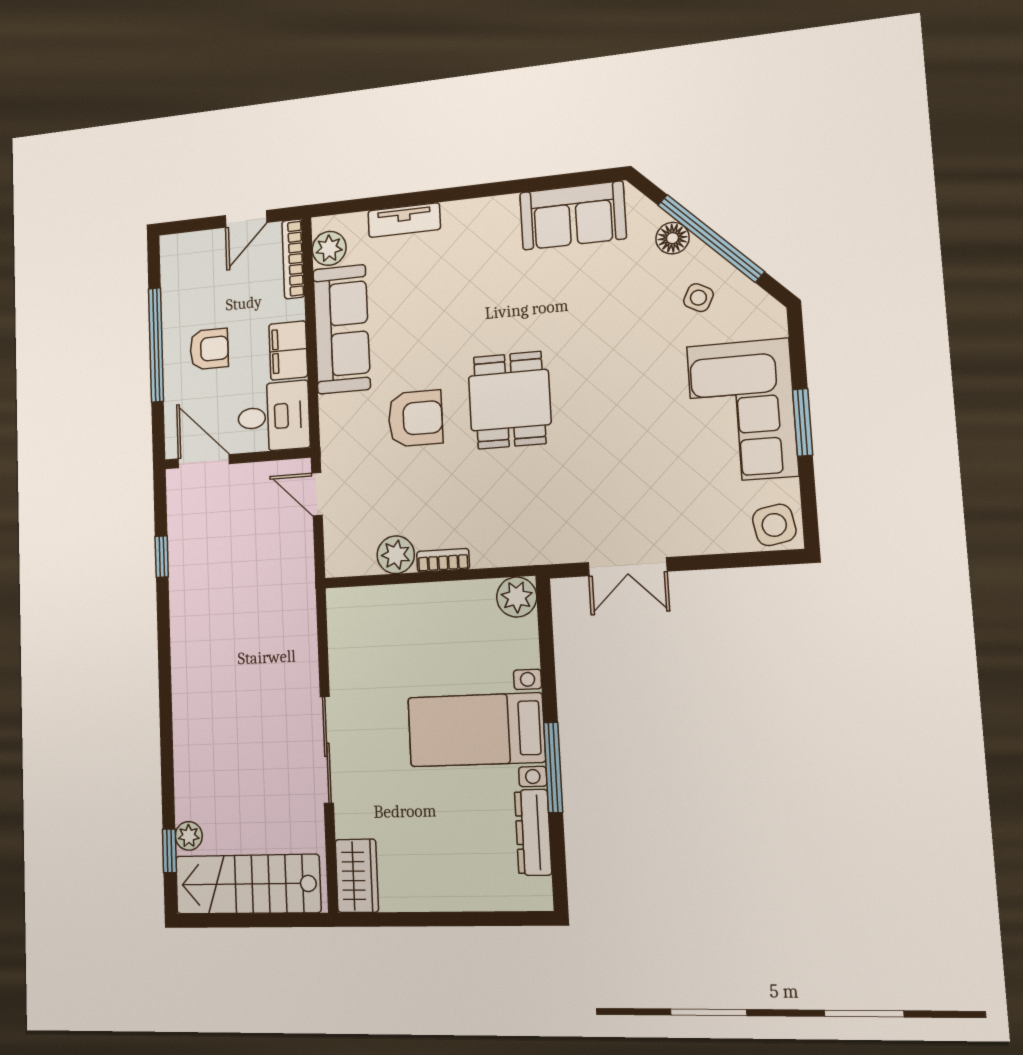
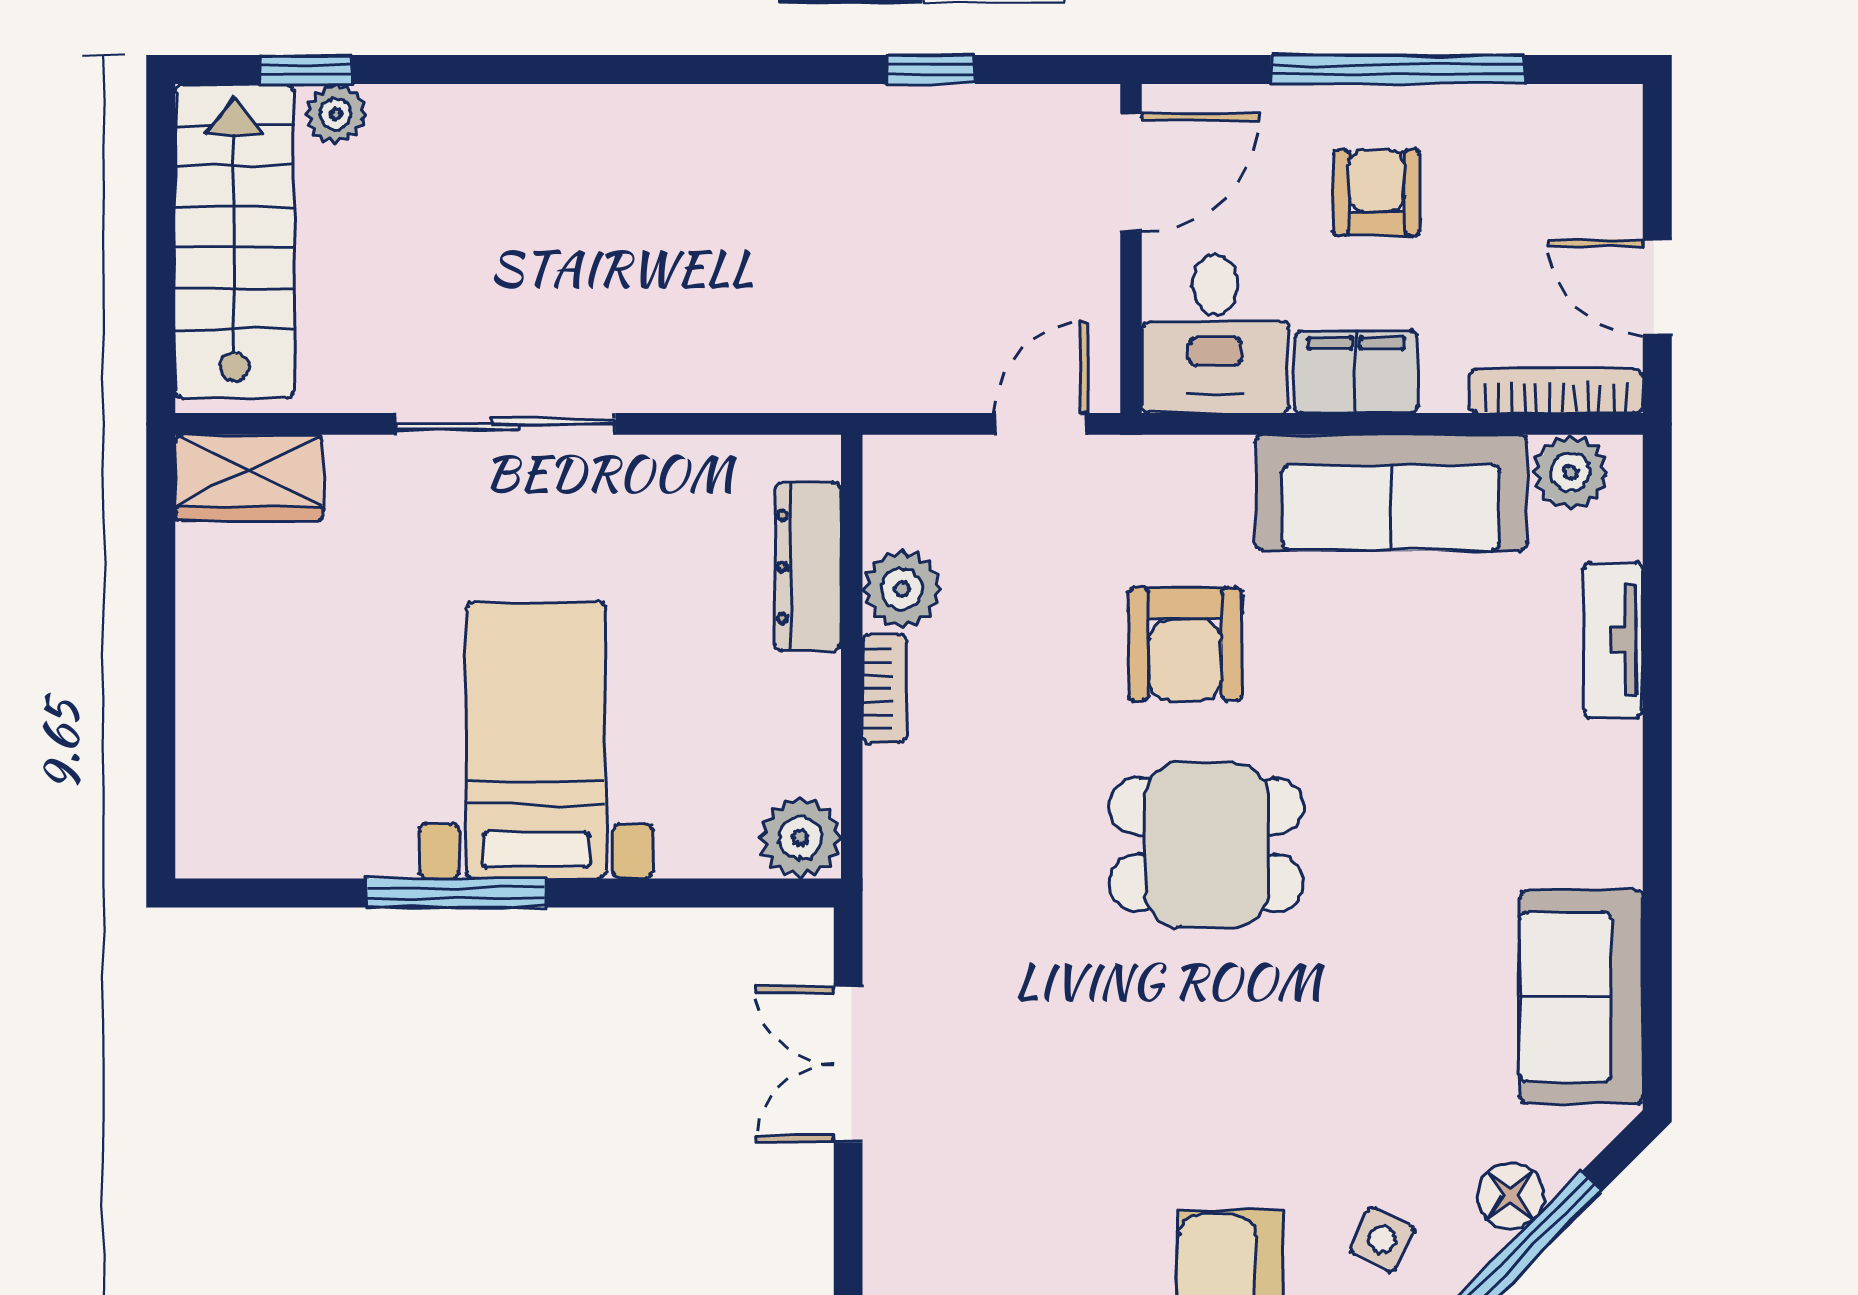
armchair: (209, 349) -> (1376, 193), turned 180
dresser: (533, 832) -> (808, 567), moved, turned -90

